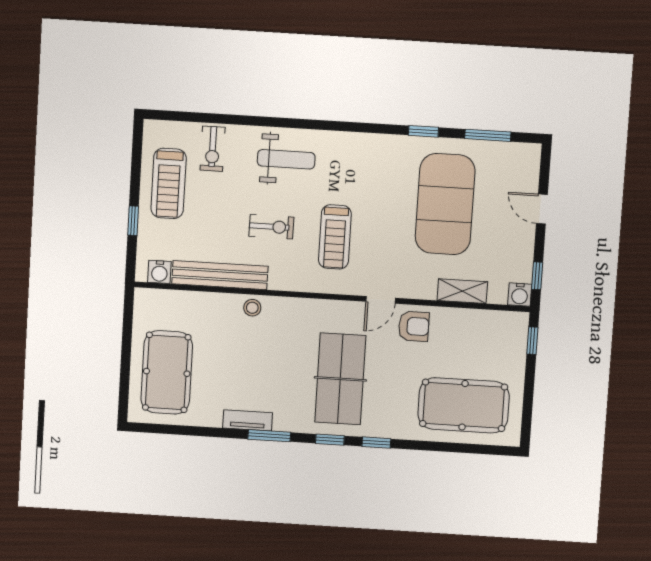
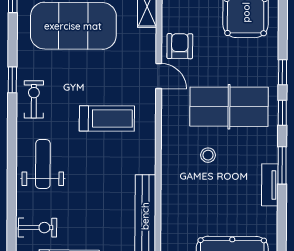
window: (423, 131) -> (12, 80), moved
exercise bike: (271, 227) -> (34, 99), moved
stool: (252, 308) -> (208, 155), moved

